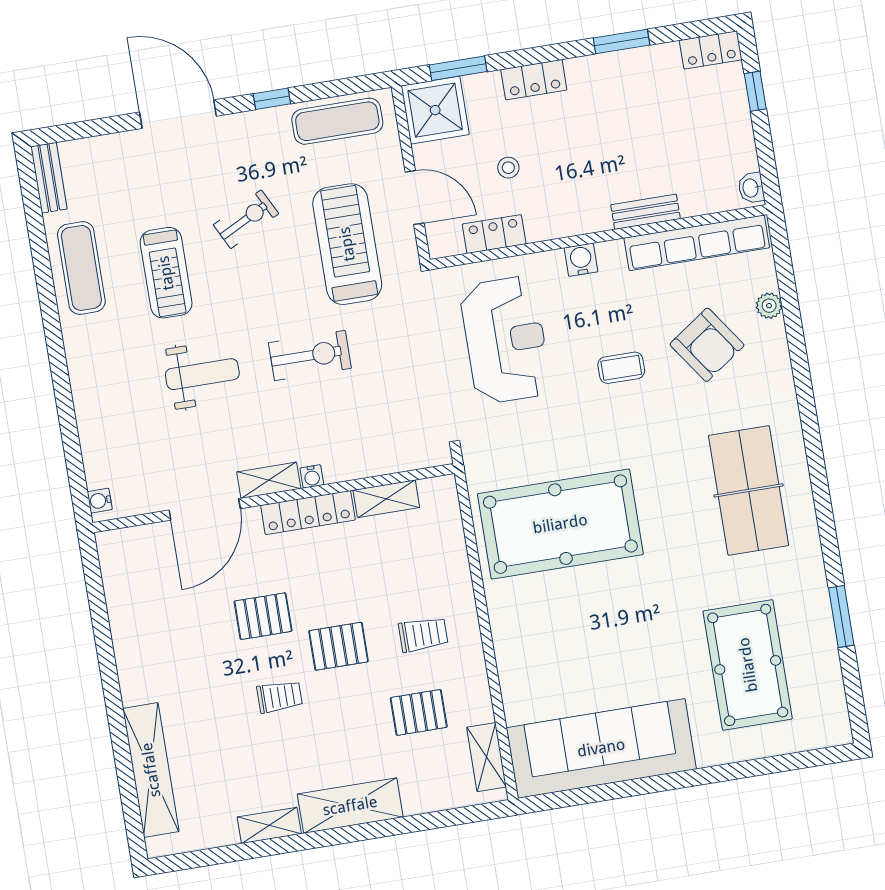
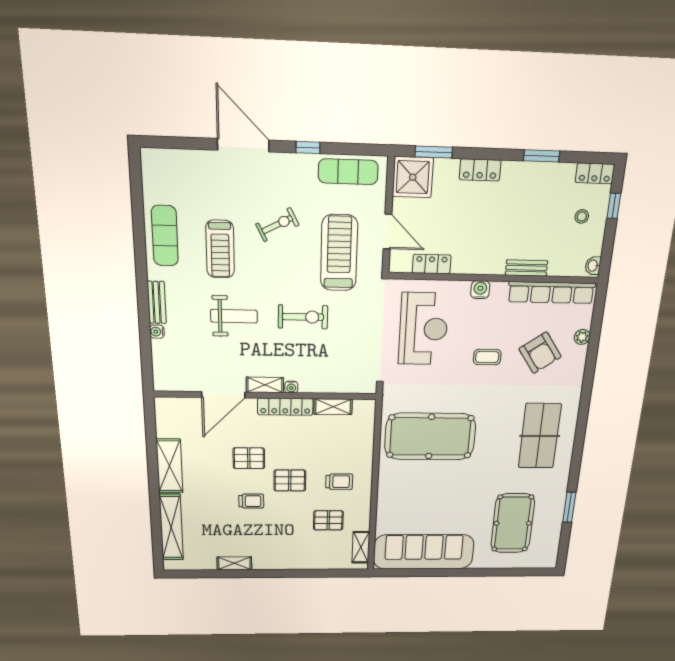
stool: (508, 168) -> (582, 216), moved
bench: (49, 178) -> (157, 302), moved
water cooler: (100, 501) -> (157, 332), moved
shelving: (350, 806) -> (170, 466), moved, turned 90

